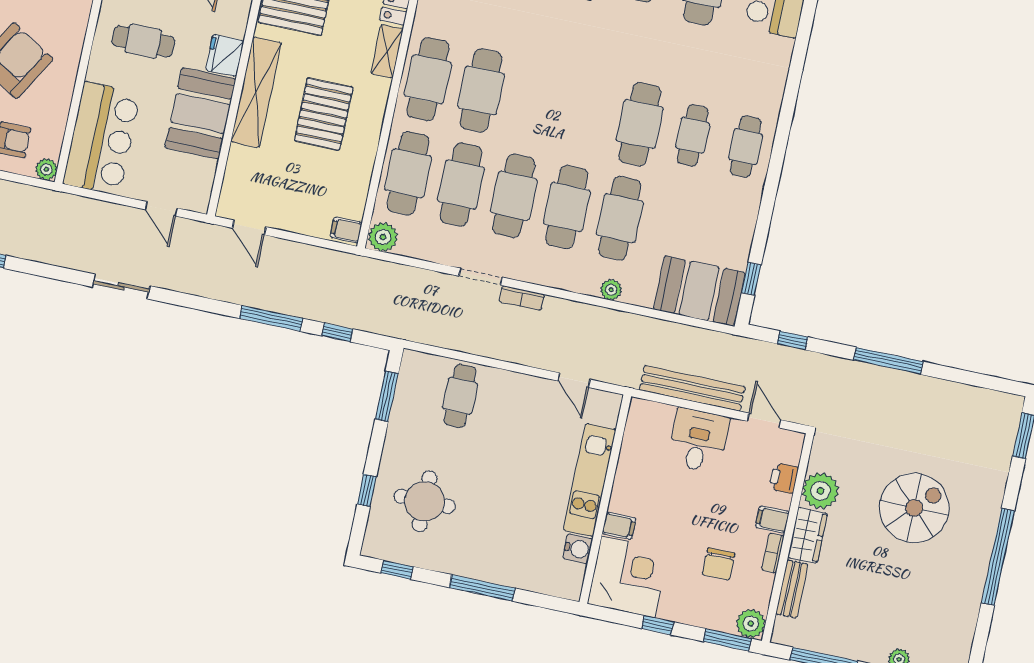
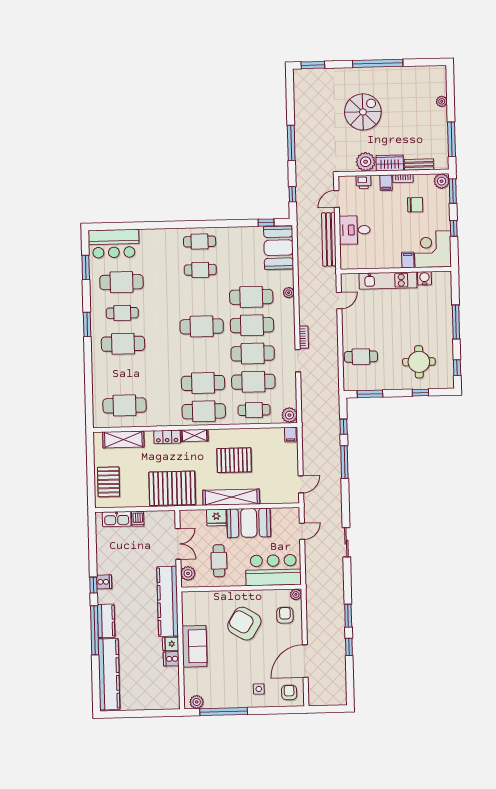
cafe table: (640, 124) -> (202, 326), moved
cafe table: (408, 173) -> (254, 410), width x0.73, depth x0.74
spiral stairs: (914, 508) -> (363, 112), turned 90

